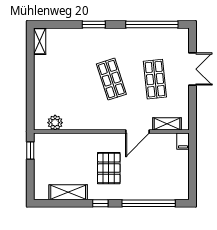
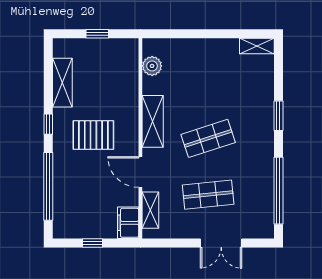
shelving: (98, 122) -> (153, 121), added
filing cabinet: (183, 141) -> (128, 223), width x2.00
window: (30, 150) -> (97, 34), moved
window: (193, 169) -> (92, 243), added

